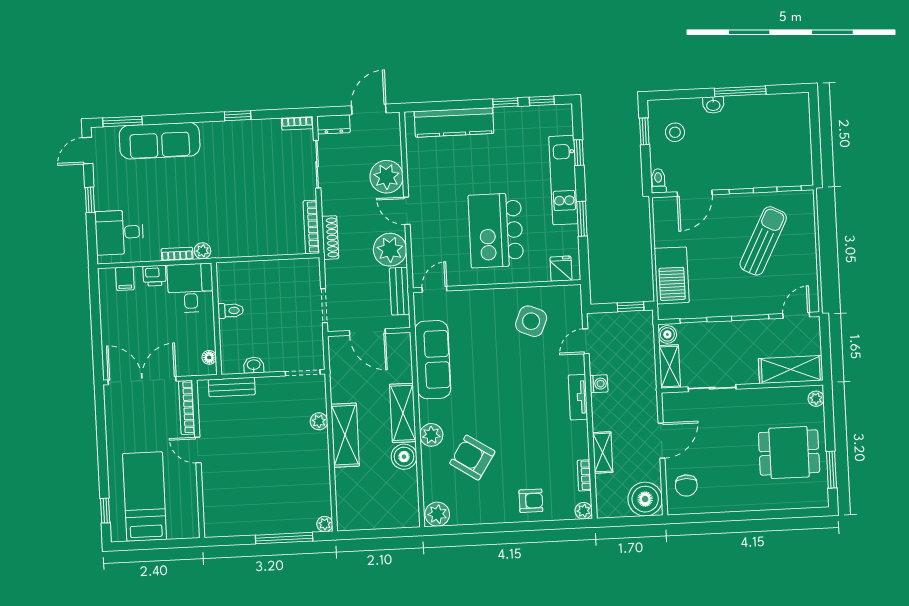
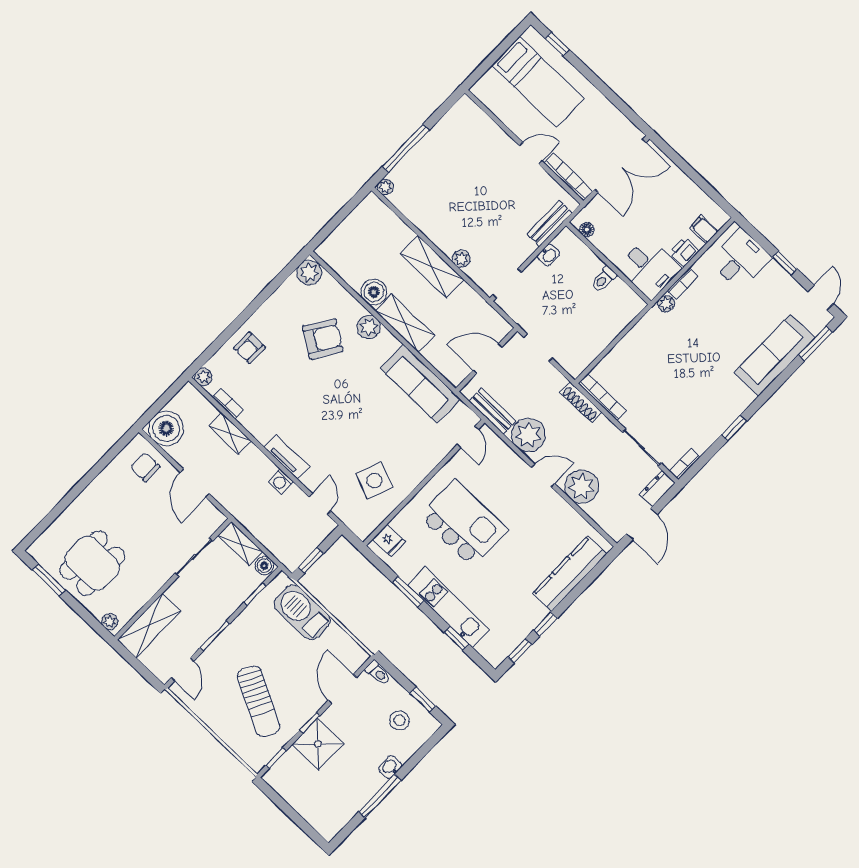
shower: (750, 170) -> (318, 744), added

